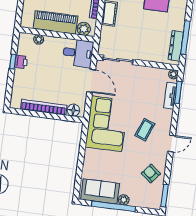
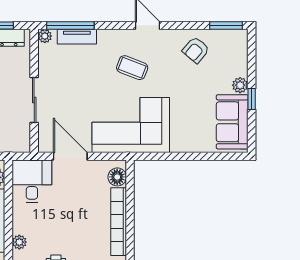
sliding door: (118, 60) -> (34, 100), moved
door: (91, 81) -> (70, 156), hinge flipped
window: (178, 92) -> (70, 25), width x1.44
window: (113, 206) -> (252, 99), width x0.32

